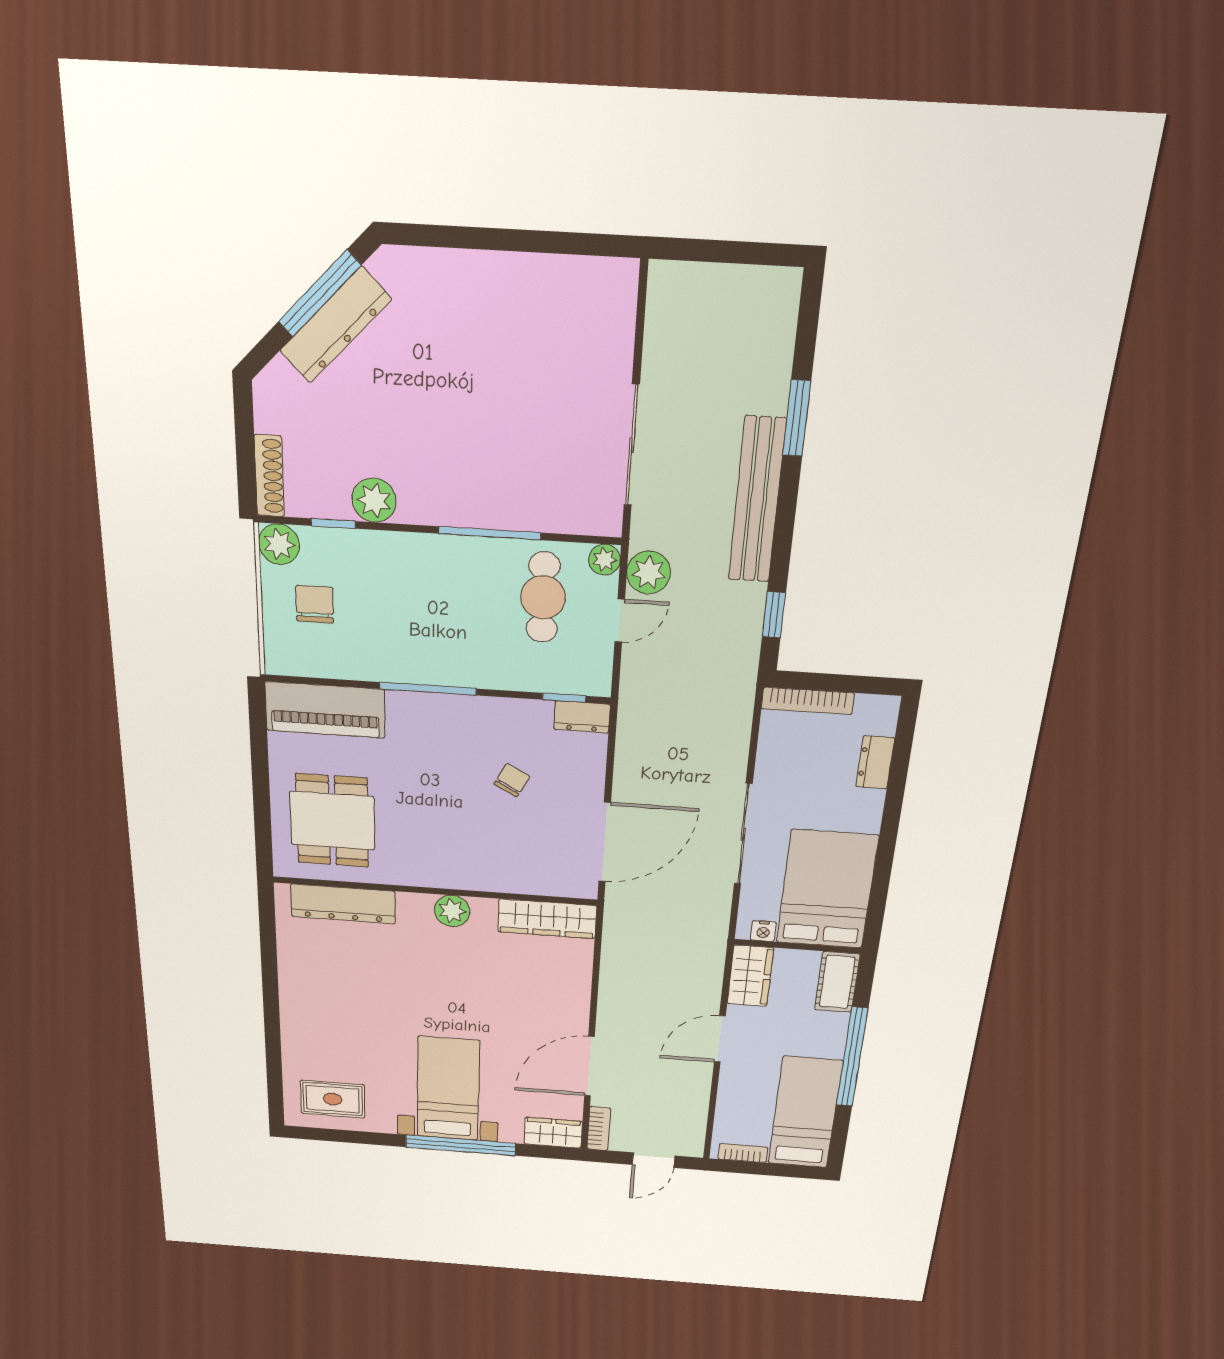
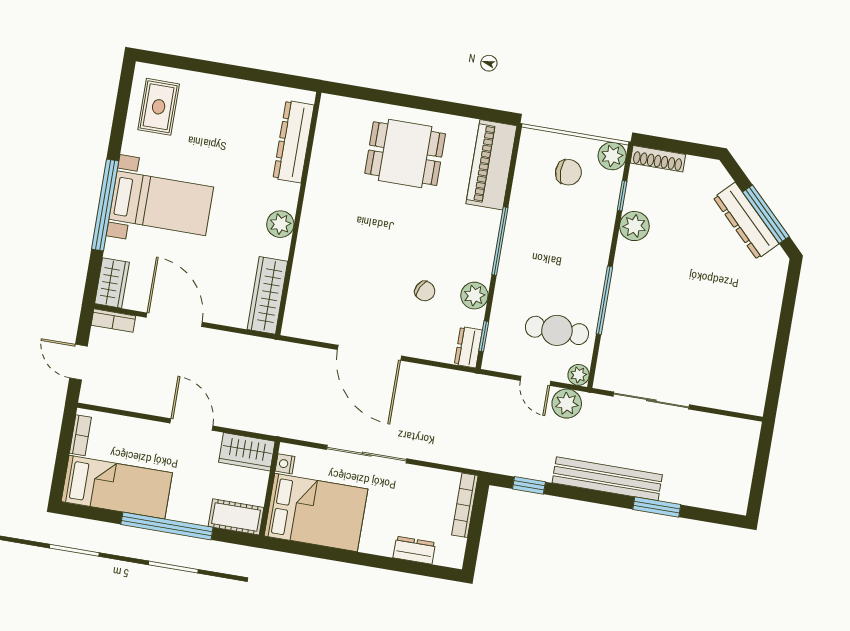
plant: (509, 715) -> (474, 296), added
wall: (435, 891) -> (298, 213), moved
dresser: (343, 904) -> (294, 142), moved
plant: (452, 911) -> (280, 224), moved
wardrobe: (547, 919) -> (267, 295), moved

